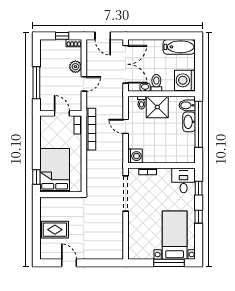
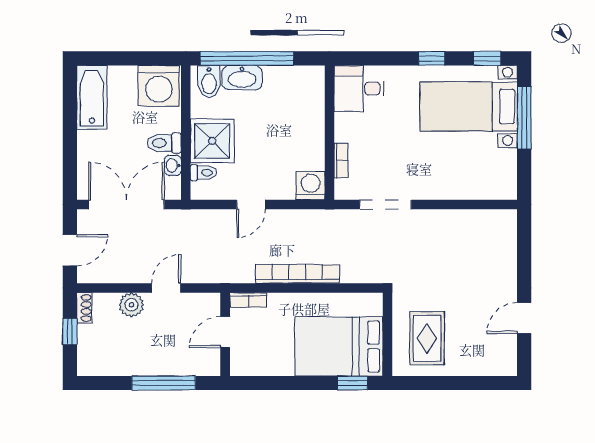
door: (84, 84) -> (166, 288), hinge flipped
bookcase: (91, 129) -> (297, 274), moved
window: (199, 188) -> (487, 58), moved
doorway: (126, 194) -> (385, 205), width x0.73
rug: (55, 230) -> (427, 338), moved

